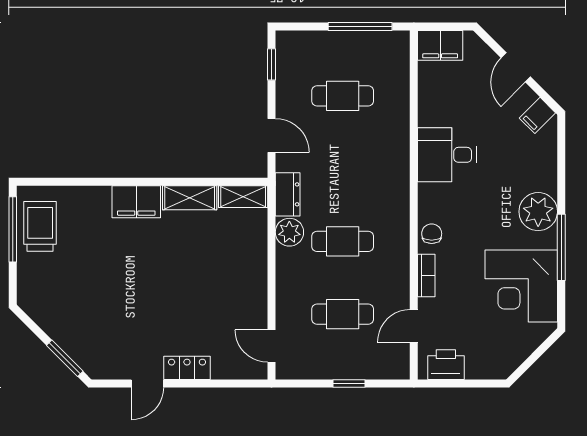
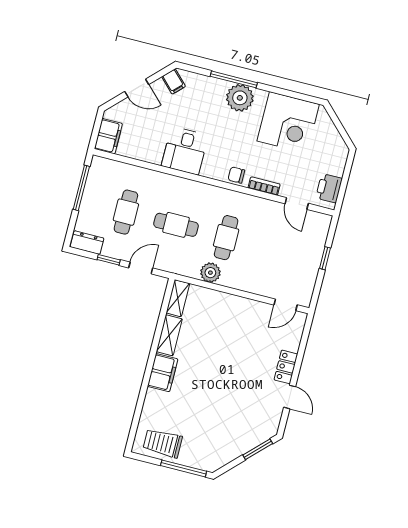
window: (271, 64) -> (109, 260), moved
dresser: (288, 194) -> (87, 243), moved
window: (13, 229) -> (184, 468), moved
window: (561, 247) -> (234, 79), moved
cafe table: (343, 314) -> (176, 225), moved, turned 90

